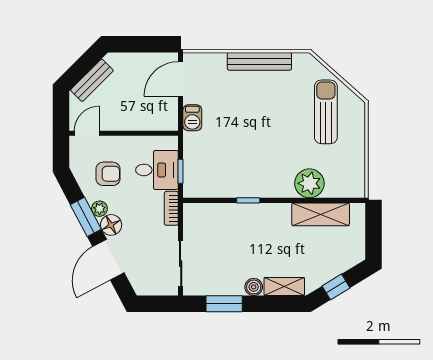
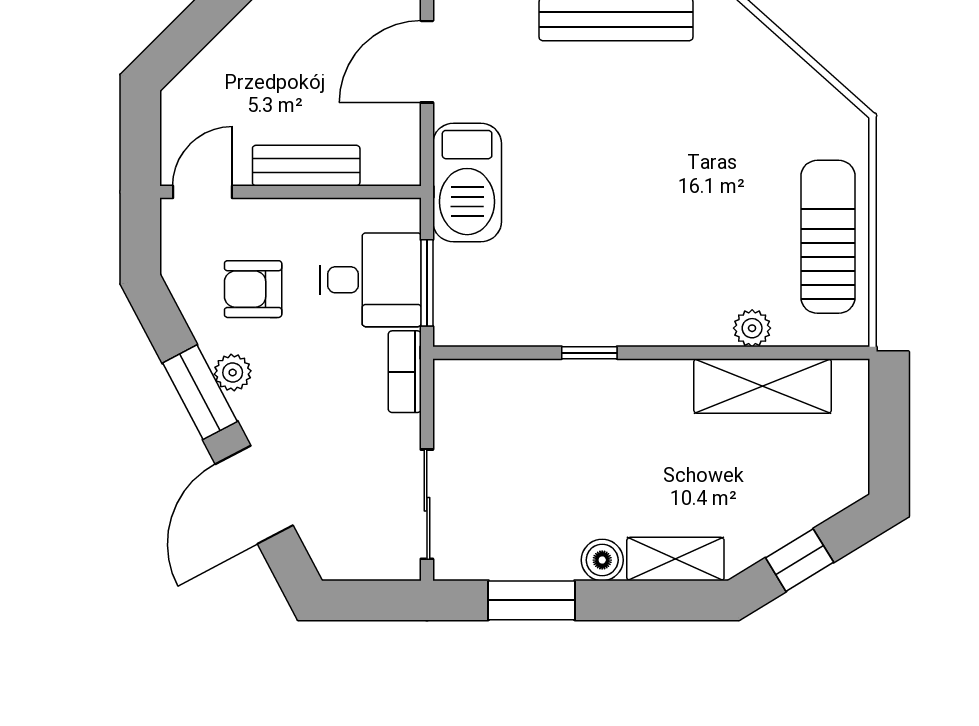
bench: (92, 80) -> (306, 166), moved, turned 45
sun lounger: (326, 112) -> (828, 237), moved
barbecue: (192, 118) -> (467, 183), width x1.88, depth x1.53
window: (181, 171) -> (427, 283), width x1.50
armchair: (108, 174) -> (253, 289), turned 180
plant: (309, 183) -> (752, 328), width x0.53, depth x0.53
floor lamp: (111, 225) -> (260, 411), removed

